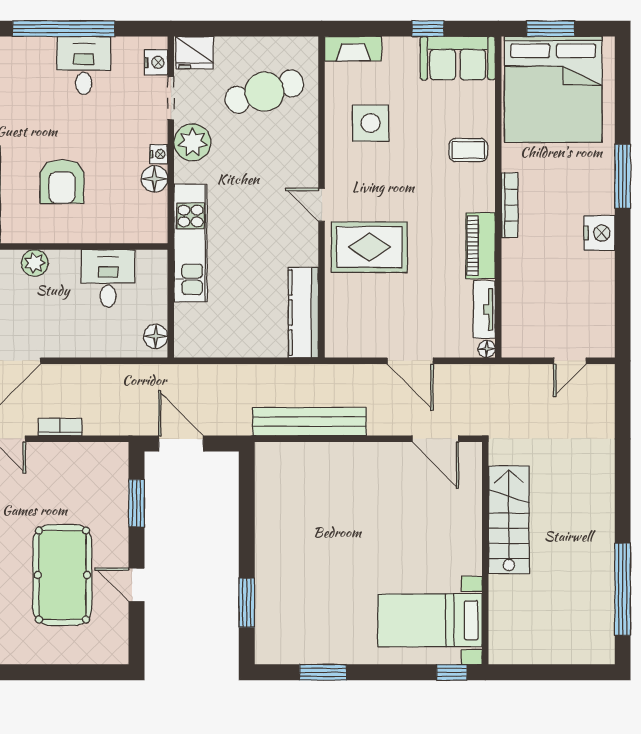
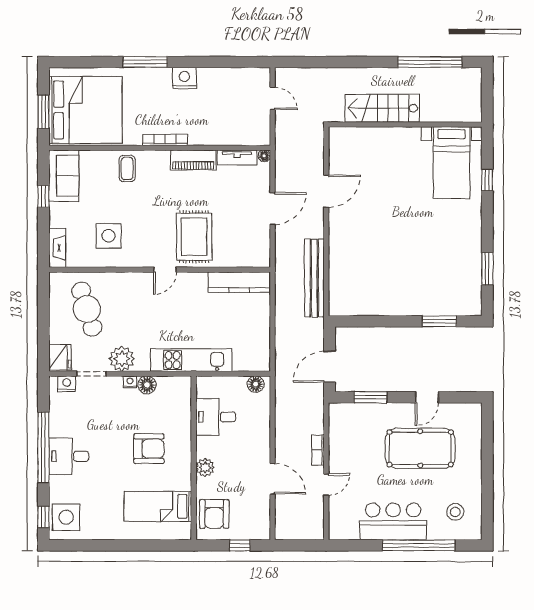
desk: (84, 65) -> (69, 456), moved
stairs: (509, 520) -> (382, 108), moved
wall: (485, 553) -> (405, 124), moved
bed with nightstands: (430, 620) -> (451, 163), moved

